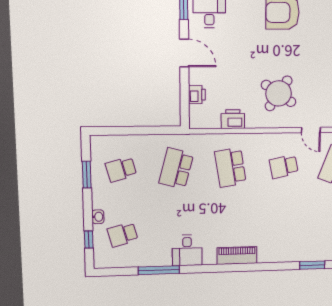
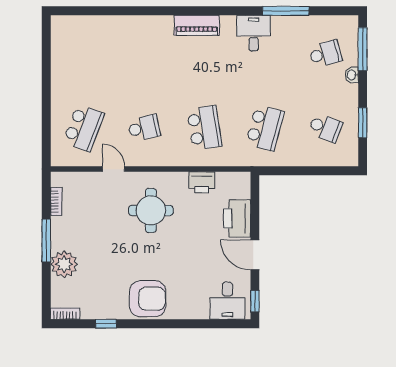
round table: (279, 93) -> (151, 210), turned -34
printer: (197, 95) -> (237, 218), width x1.87, depth x1.48
school desk: (121, 169) -> (325, 128), turned 36
window: (89, 239) -> (363, 49), width x2.17
window: (312, 265) -> (109, 11), removed

